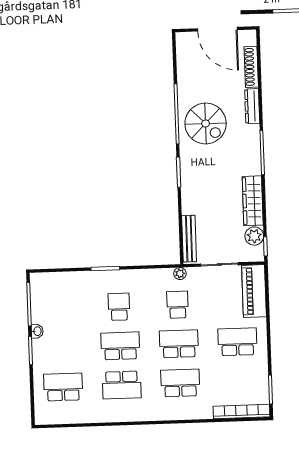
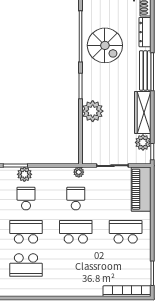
plant: (194, 201) -> (93, 111), added
bench: (189, 239) -> (145, 71), moved
plant: (116, 278) -> (24, 174), added
school desk: (180, 383) -> (76, 265), removed

